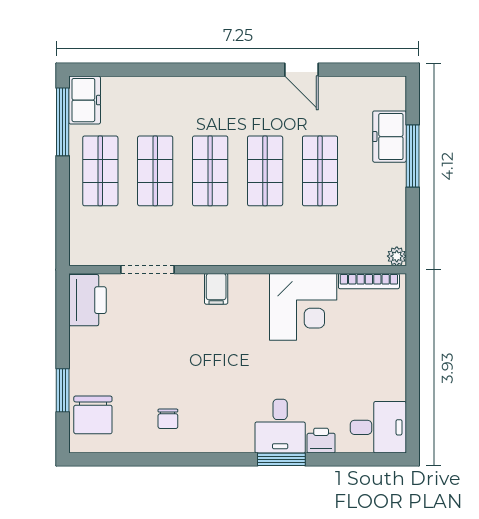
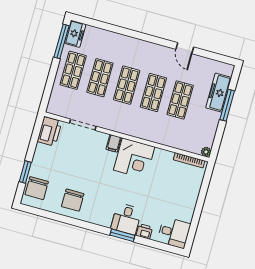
freezer: (390, 137) -> (219, 93), width x1.40
corner desk: (303, 307) -> (134, 158), moved
chair: (168, 419) -> (73, 200), width x1.87, depth x1.87

